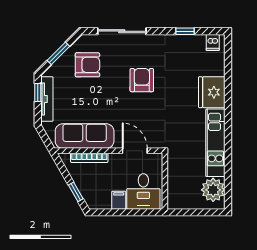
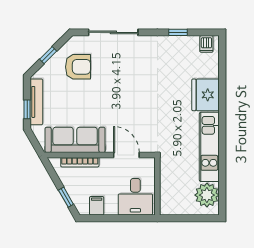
window: (58, 53) -> (48, 55), width x0.67
armchair: (142, 80) -> (134, 82), removed
window: (38, 92) -> (27, 109), moved
filing cabinet: (119, 200) -> (97, 206), moved

